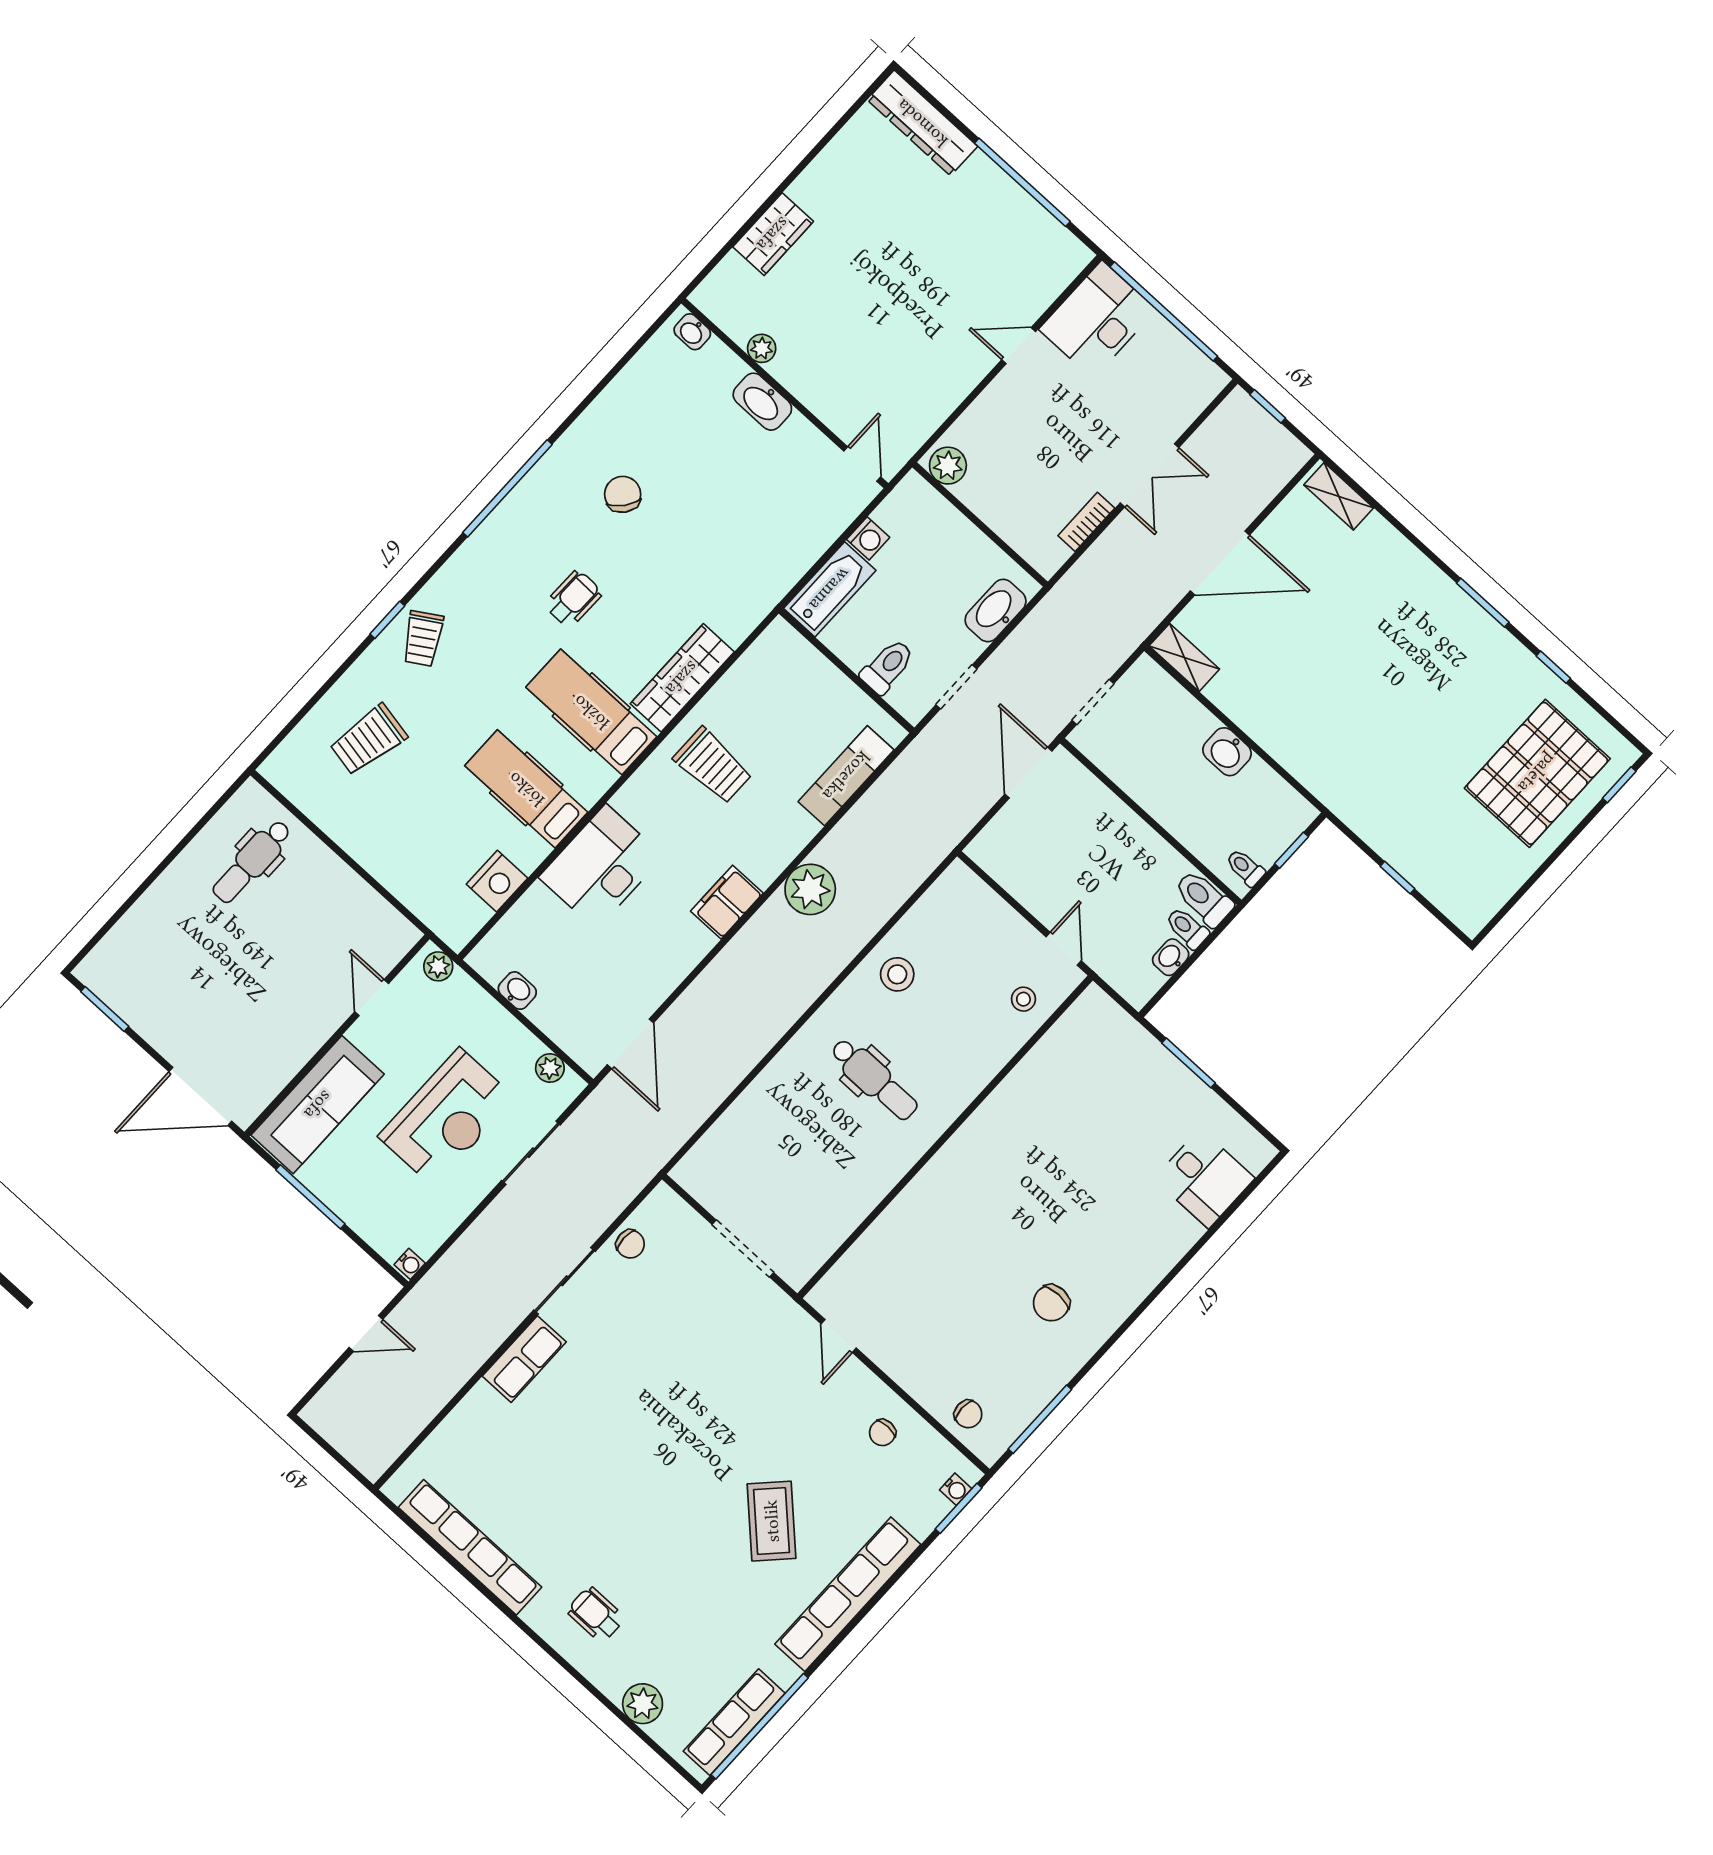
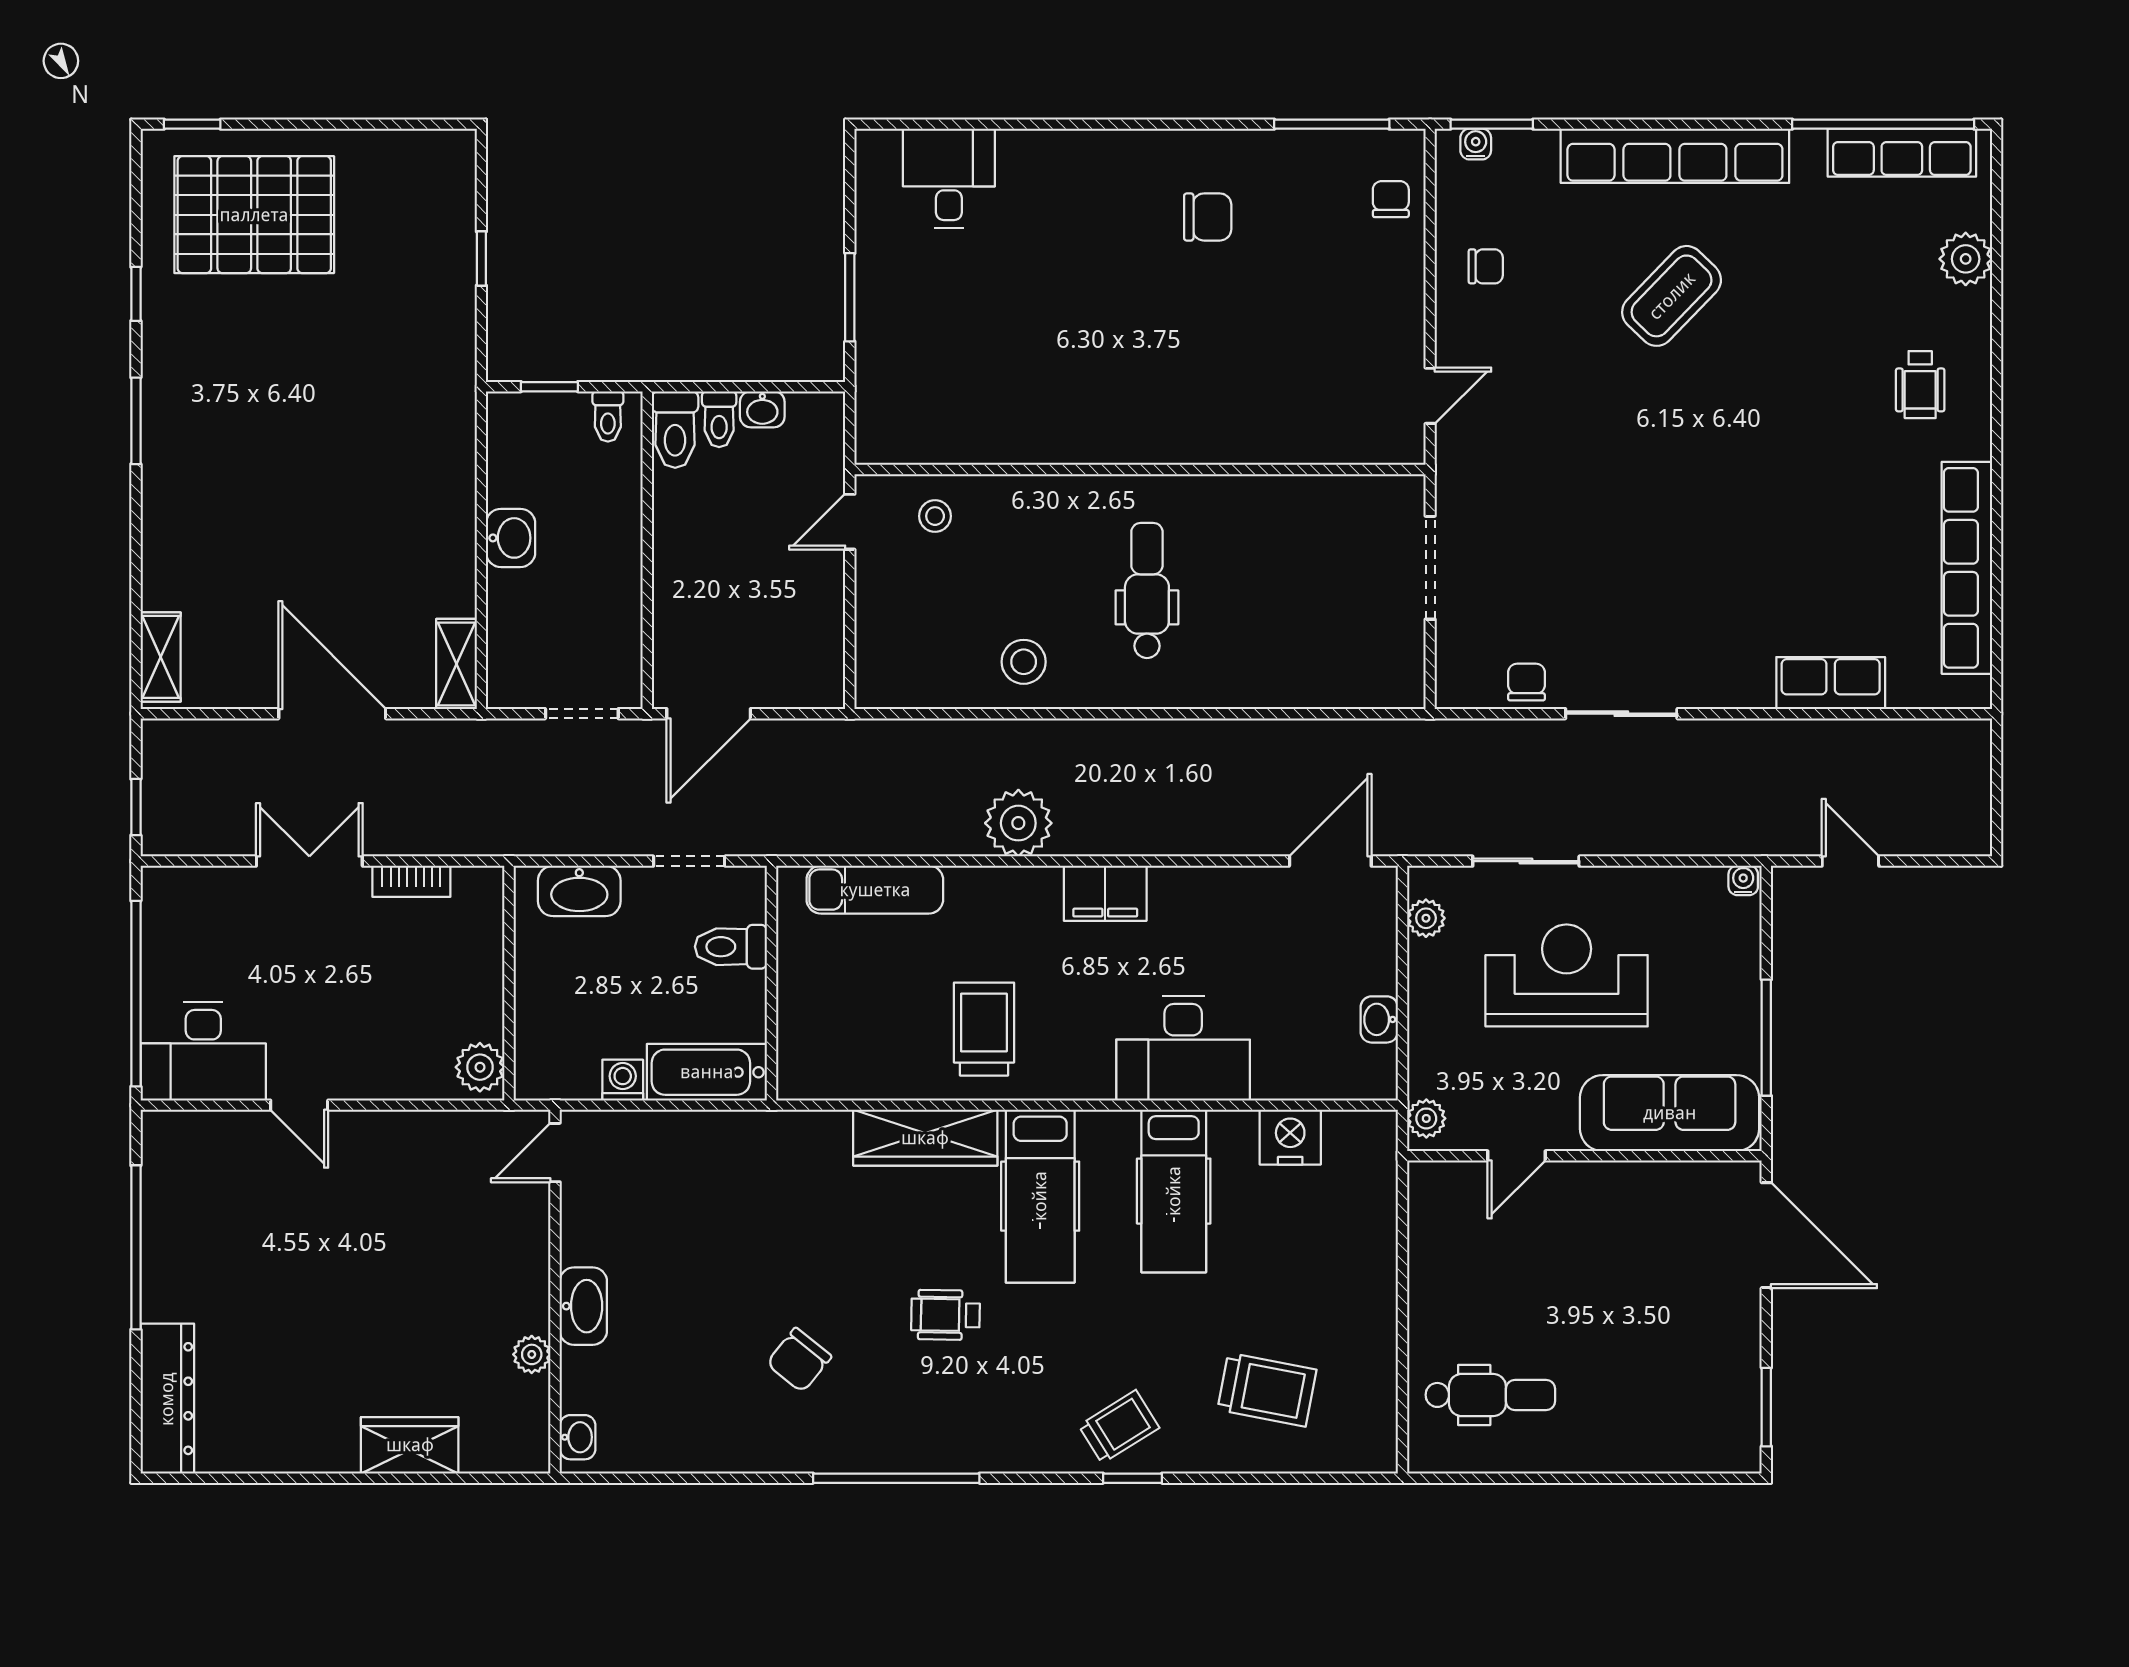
row of seats: (524, 1359) -> (1831, 683), moved

